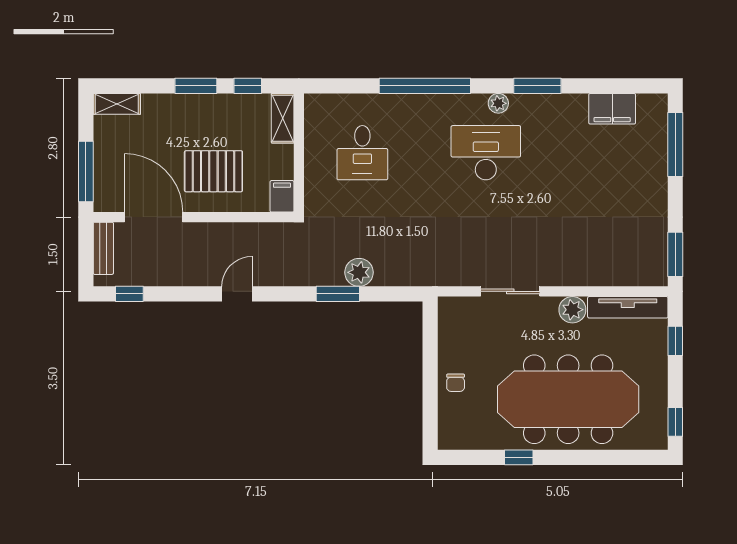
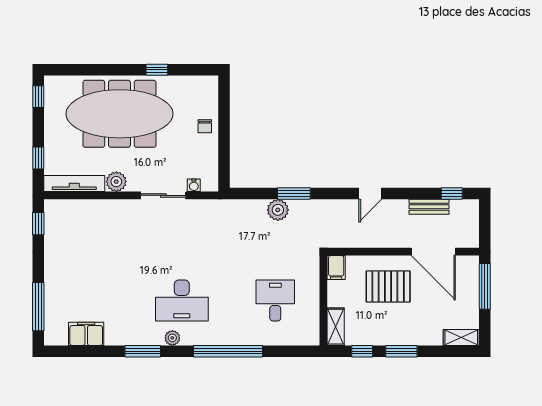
bench: (103, 248) -> (429, 207), moved, turned 90
window: (675, 254) -> (38, 224), width x0.67
water cooler: (470, 305) -> (194, 185), added
chair: (456, 383) -> (205, 126), turned 180

